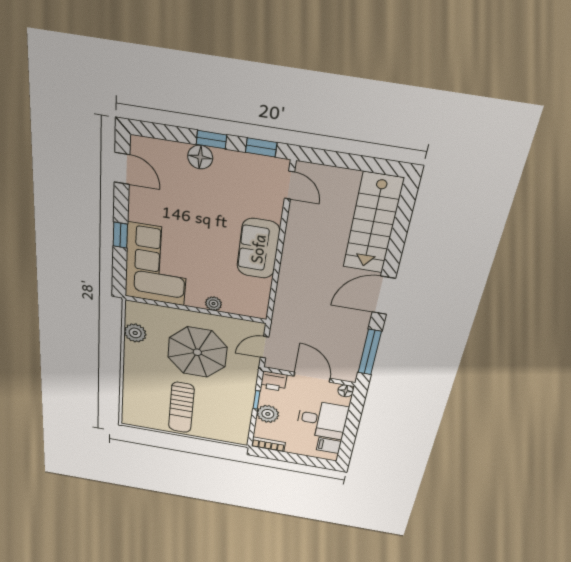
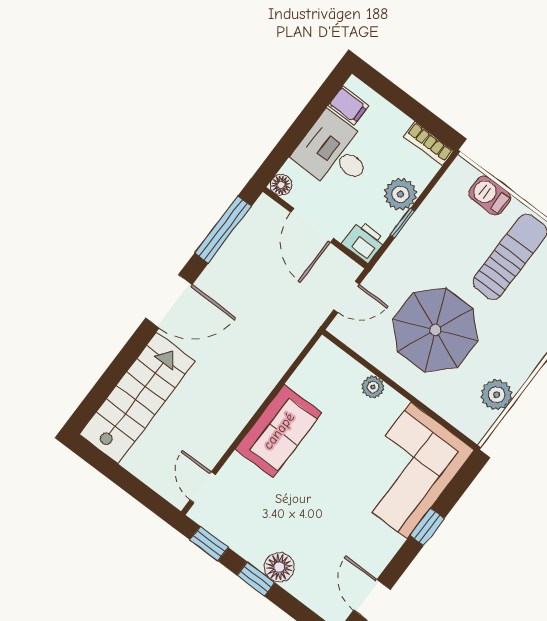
barbecue: (215, 433) -> (490, 195), added

